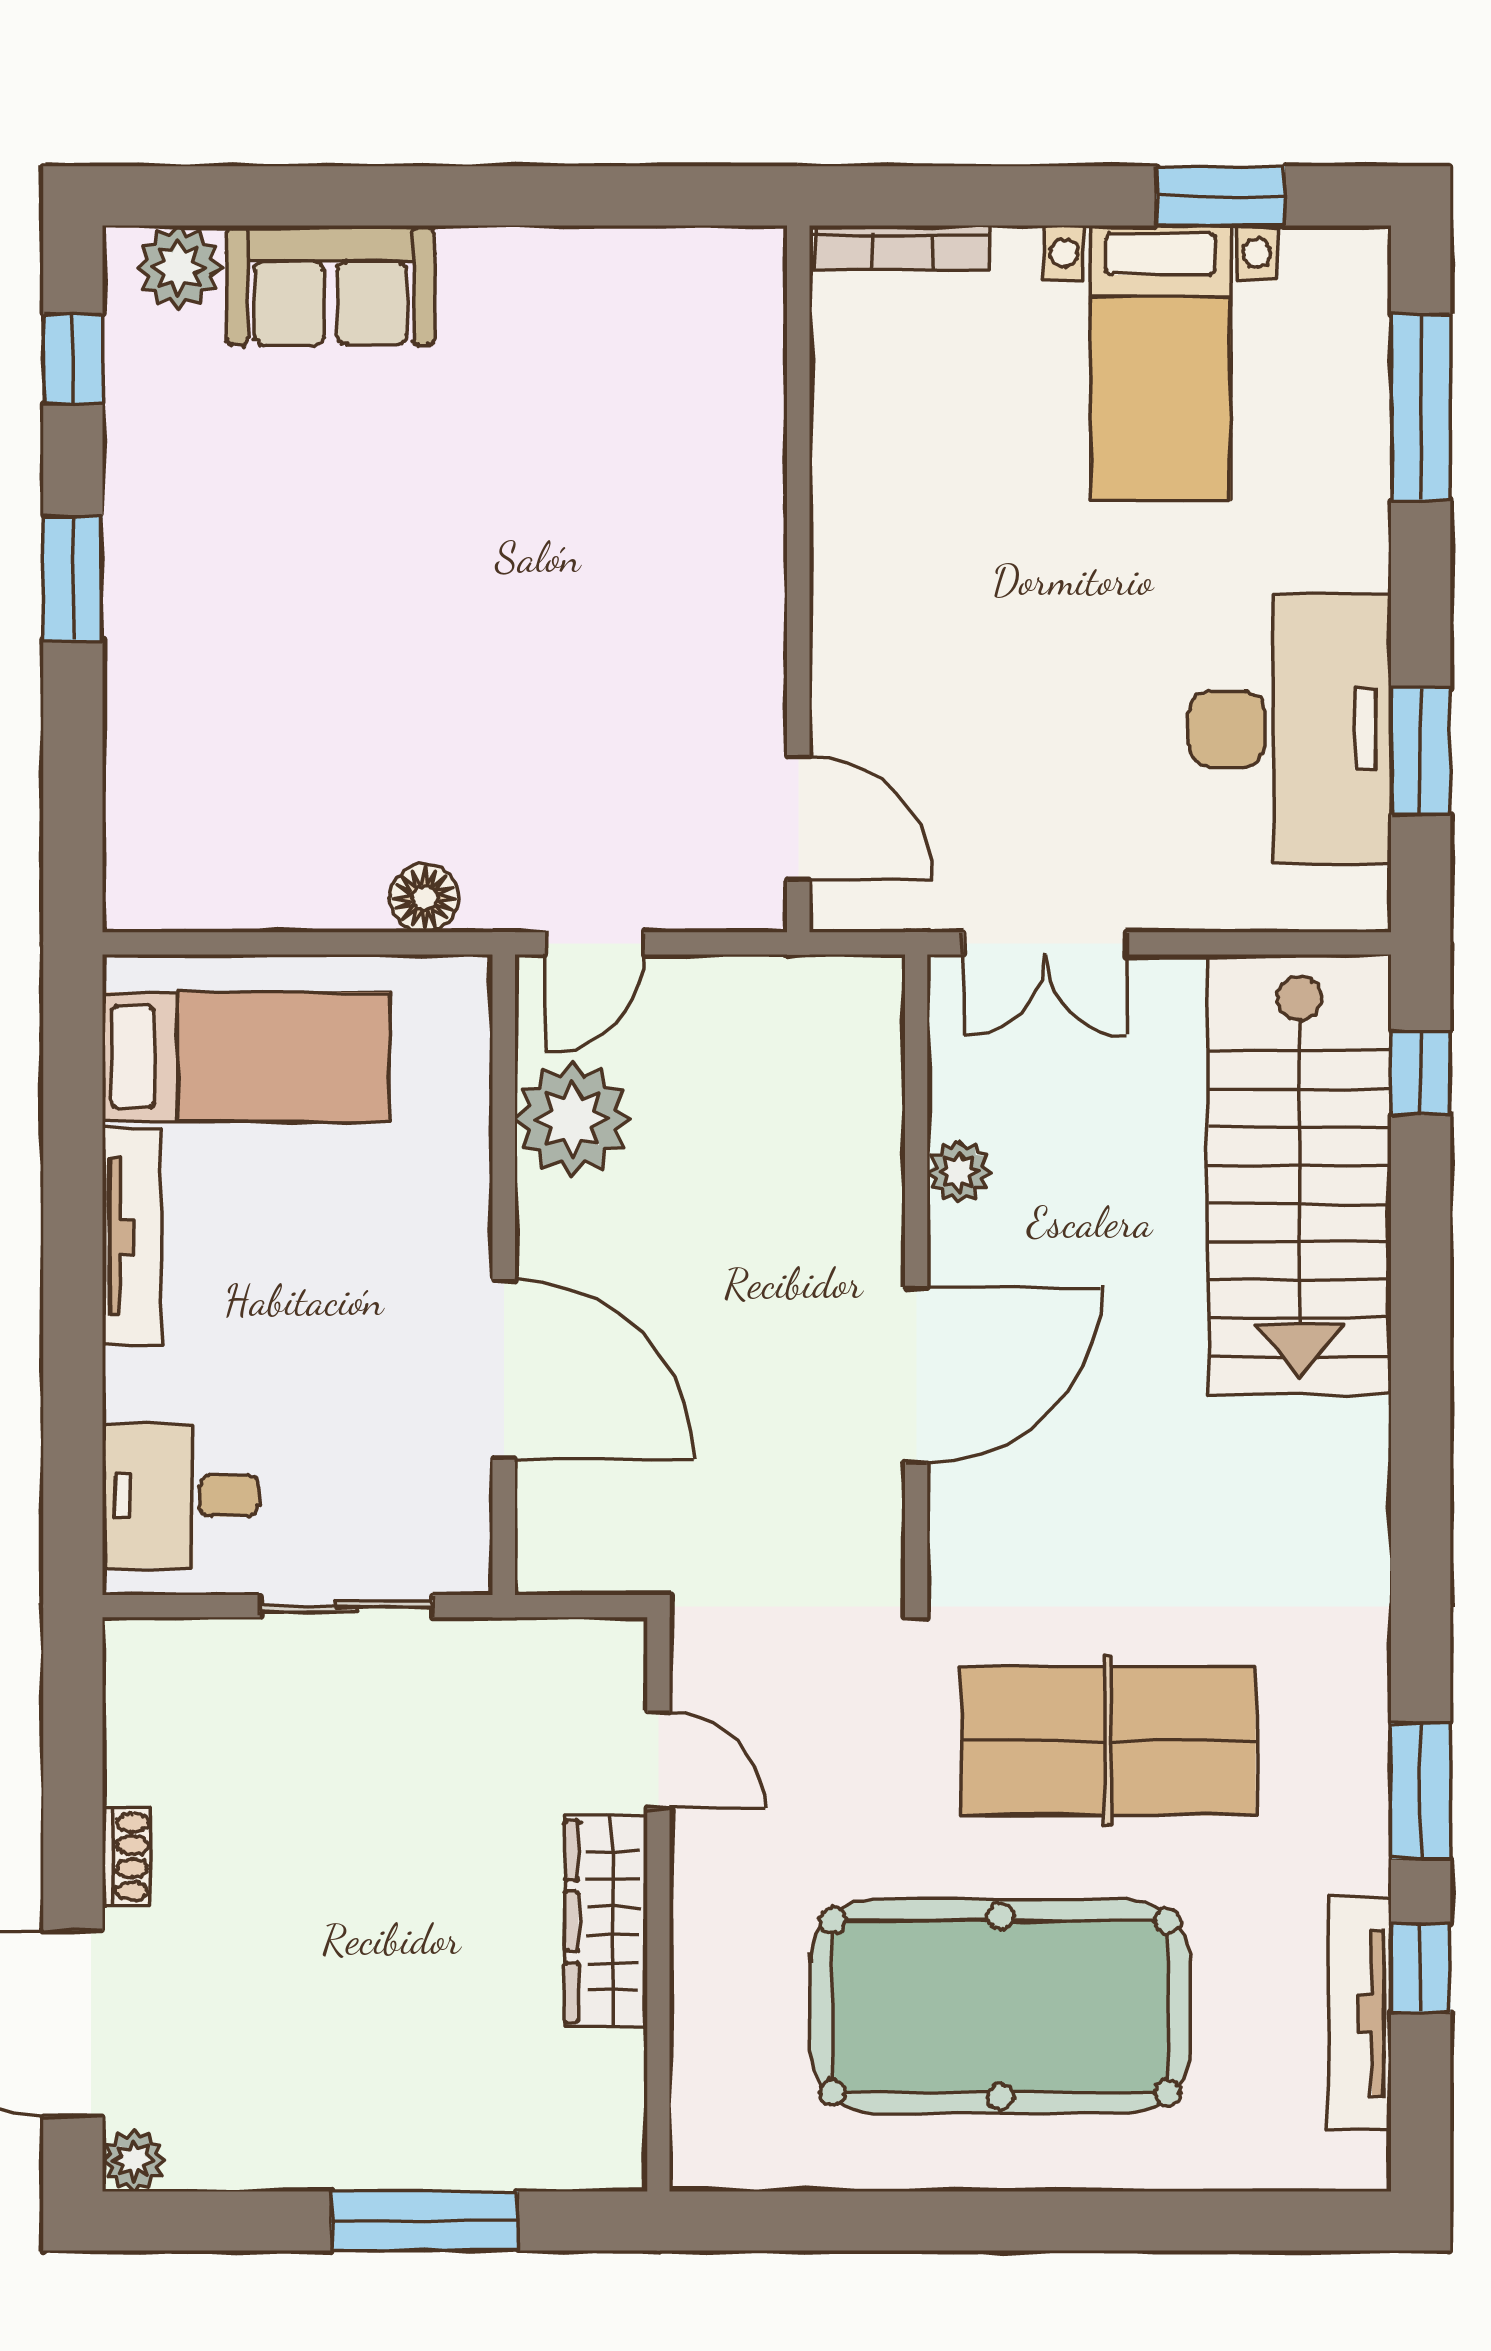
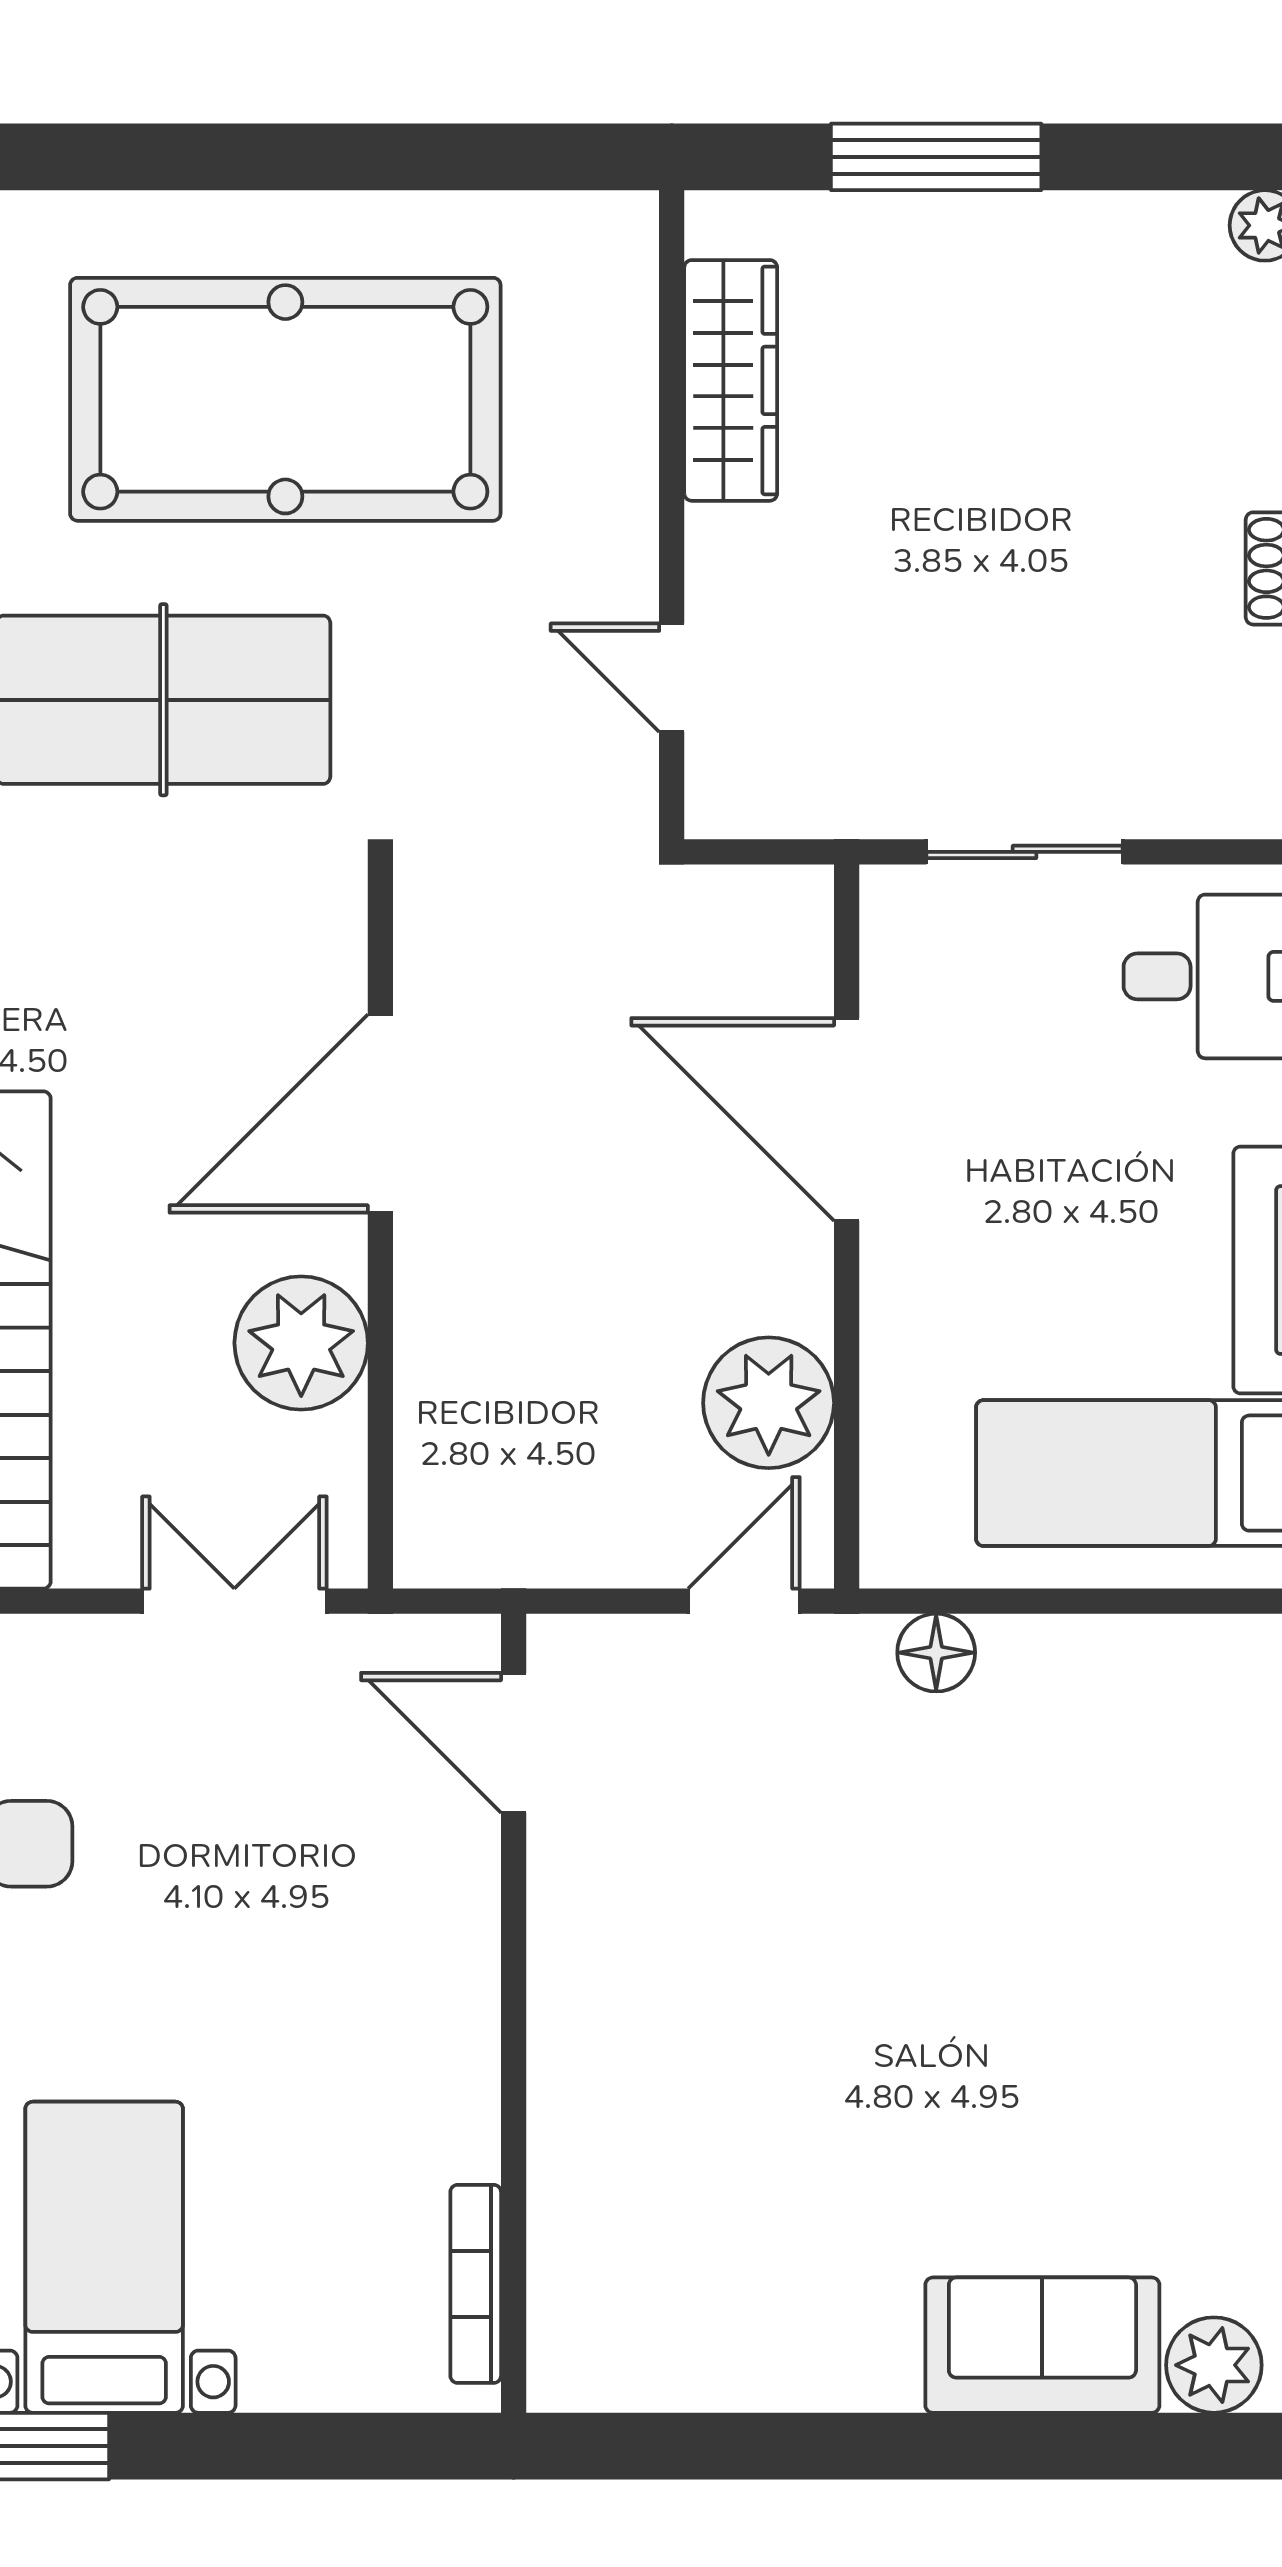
bookcase: (903, 248) -> (476, 2284), moved, turned -90
plant: (959, 1172) -> (301, 1343), width x1.88, depth x1.88
wardrobe: (606, 1921) -> (731, 380), moved

